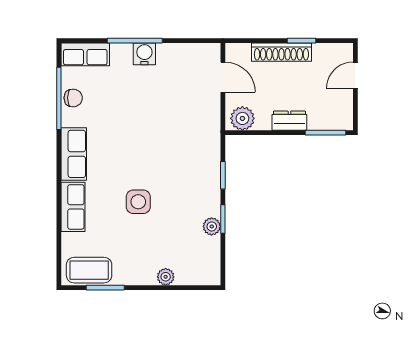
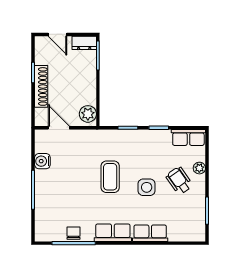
row of seats: (85, 54) -> (188, 137), moved, turned 90
water cooler: (144, 54) -> (42, 161), moved
door: (223, 77) -> (59, 128), hinge flipped
dresser: (289, 121) -> (84, 43), moved, turned -90
plant: (212, 226) -> (164, 136), removed
wheelchair: (148, 248) -> (179, 181), added
coffee table: (89, 270) -> (110, 177), moved

